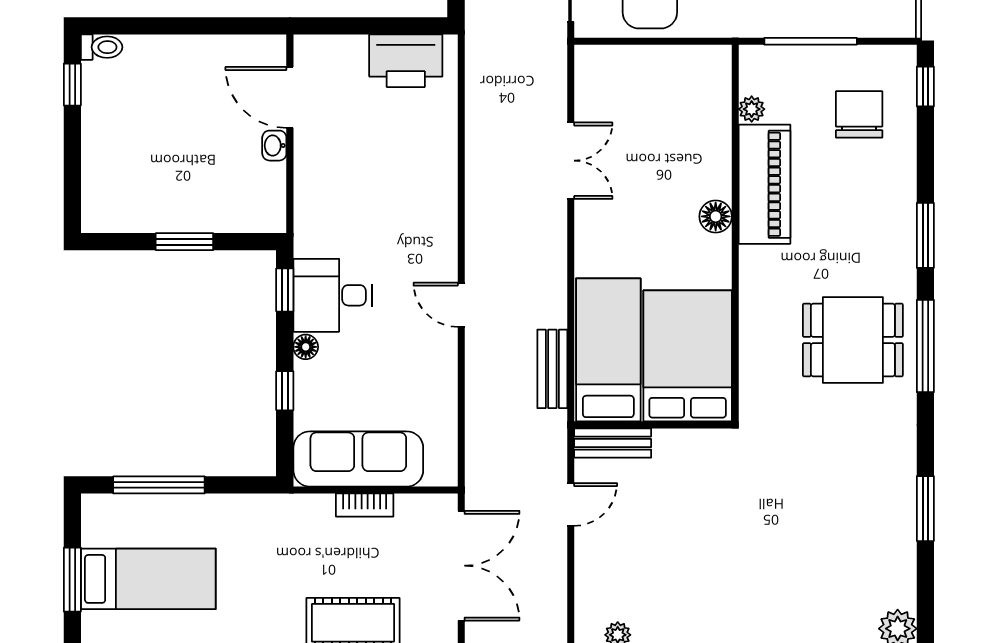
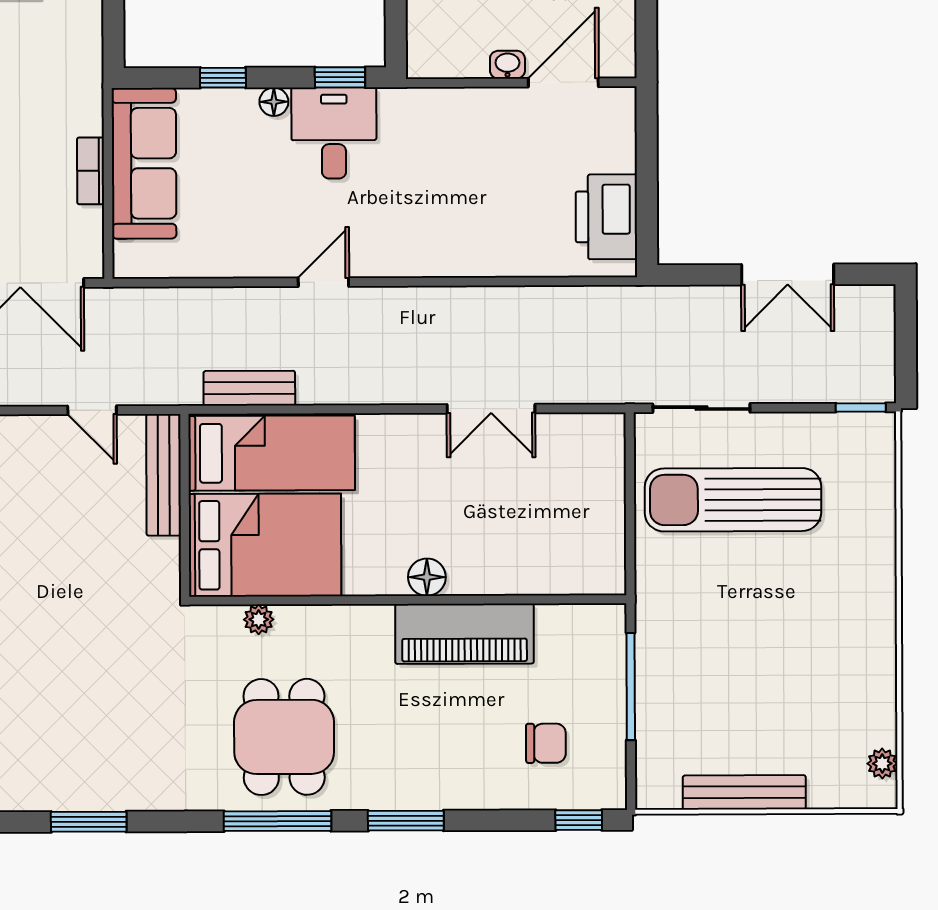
plant: (752, 109) -> (259, 619), moved
chair: (859, 114) -> (546, 743), width x0.73, depth x0.73
bench: (613, 443) -> (164, 475), width x1.36

